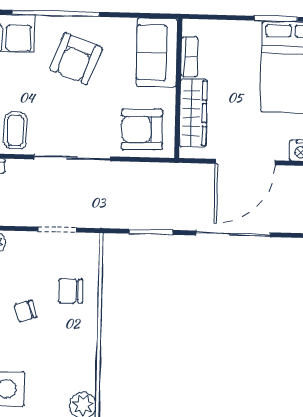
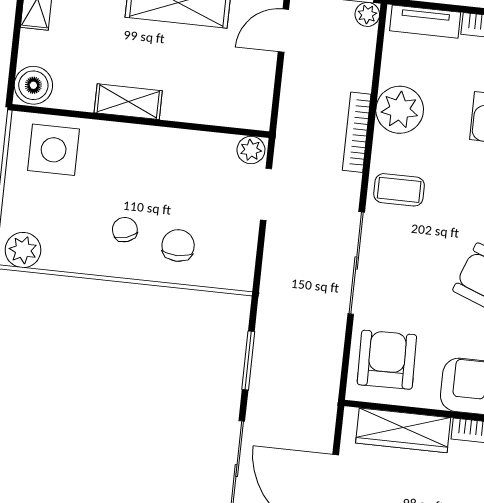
doorway: (57, 230) -> (266, 194), moved
chair: (25, 311) -> (125, 230), moved

